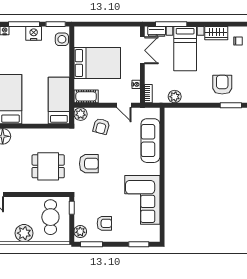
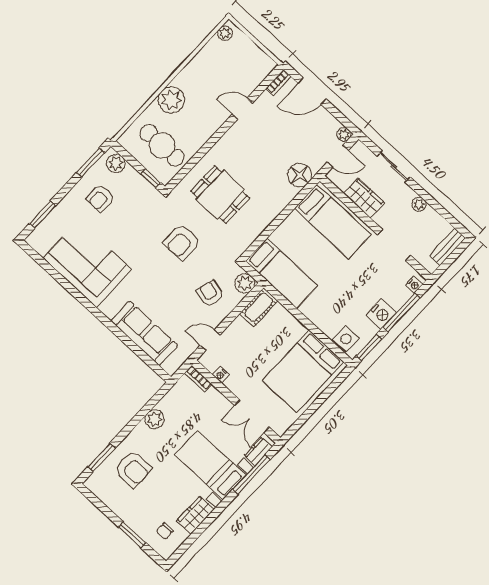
bed: (97, 63) -> (303, 371), moved
plant: (175, 97) -> (155, 419), moved
dining table: (48, 166) -> (220, 195), turned 90

